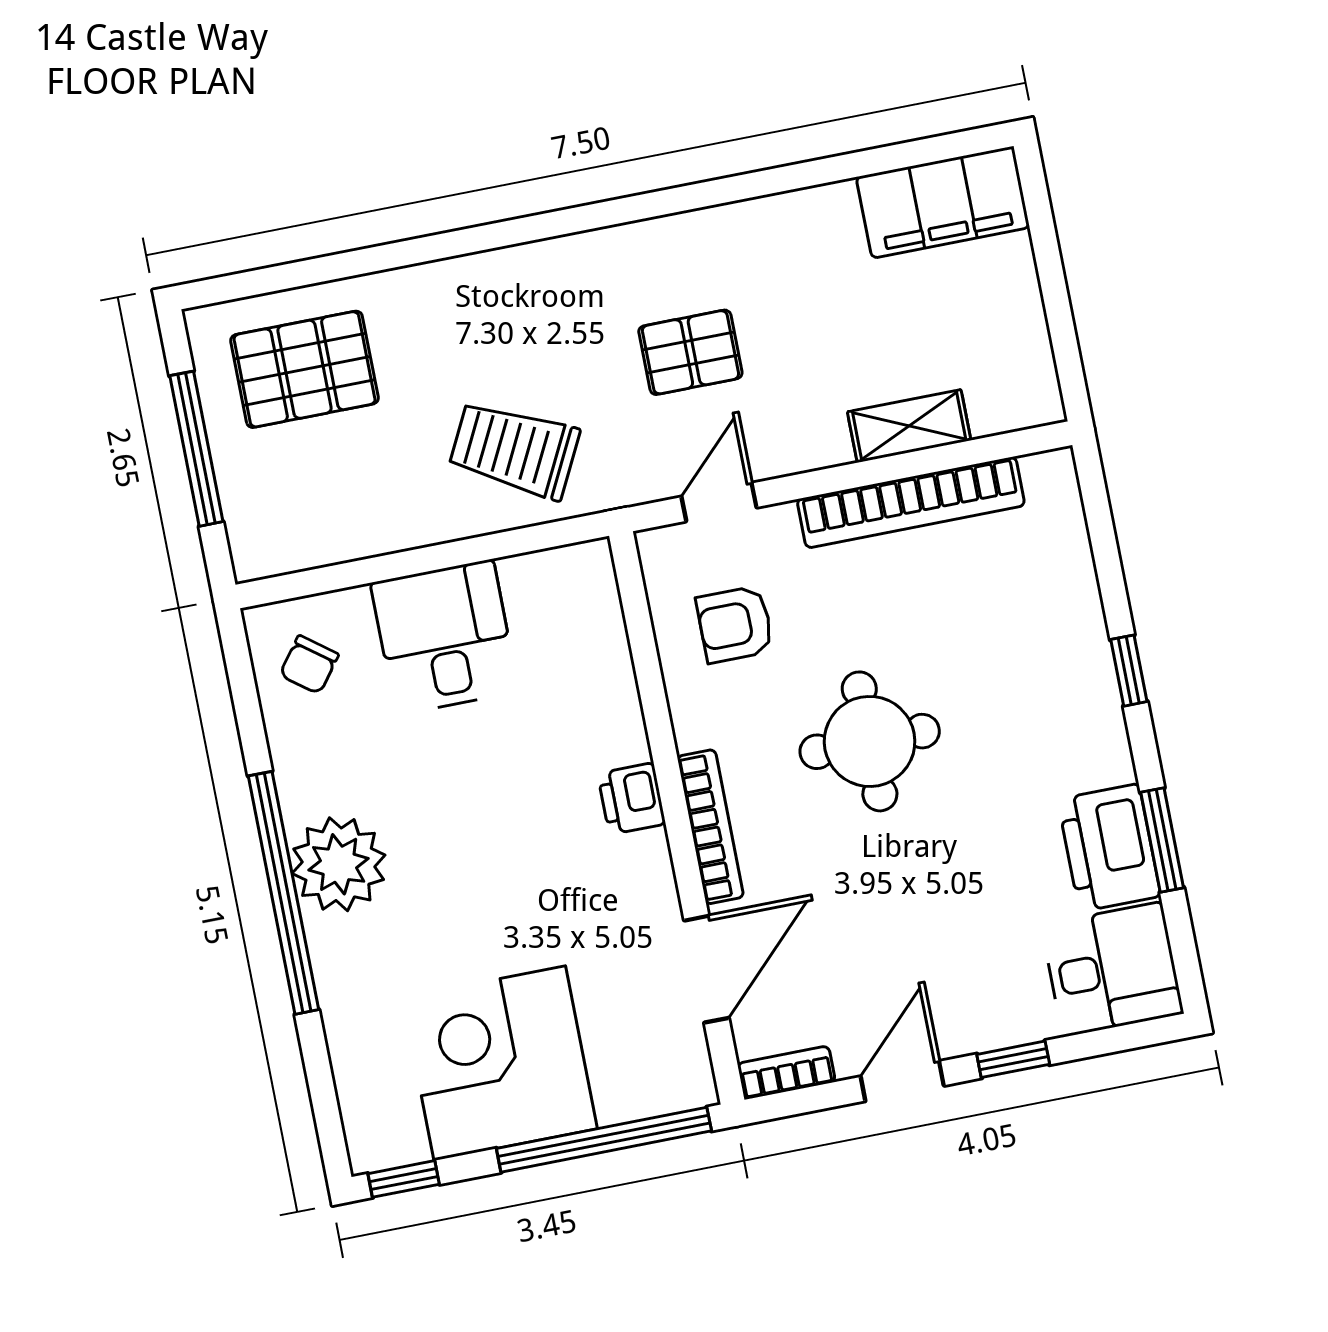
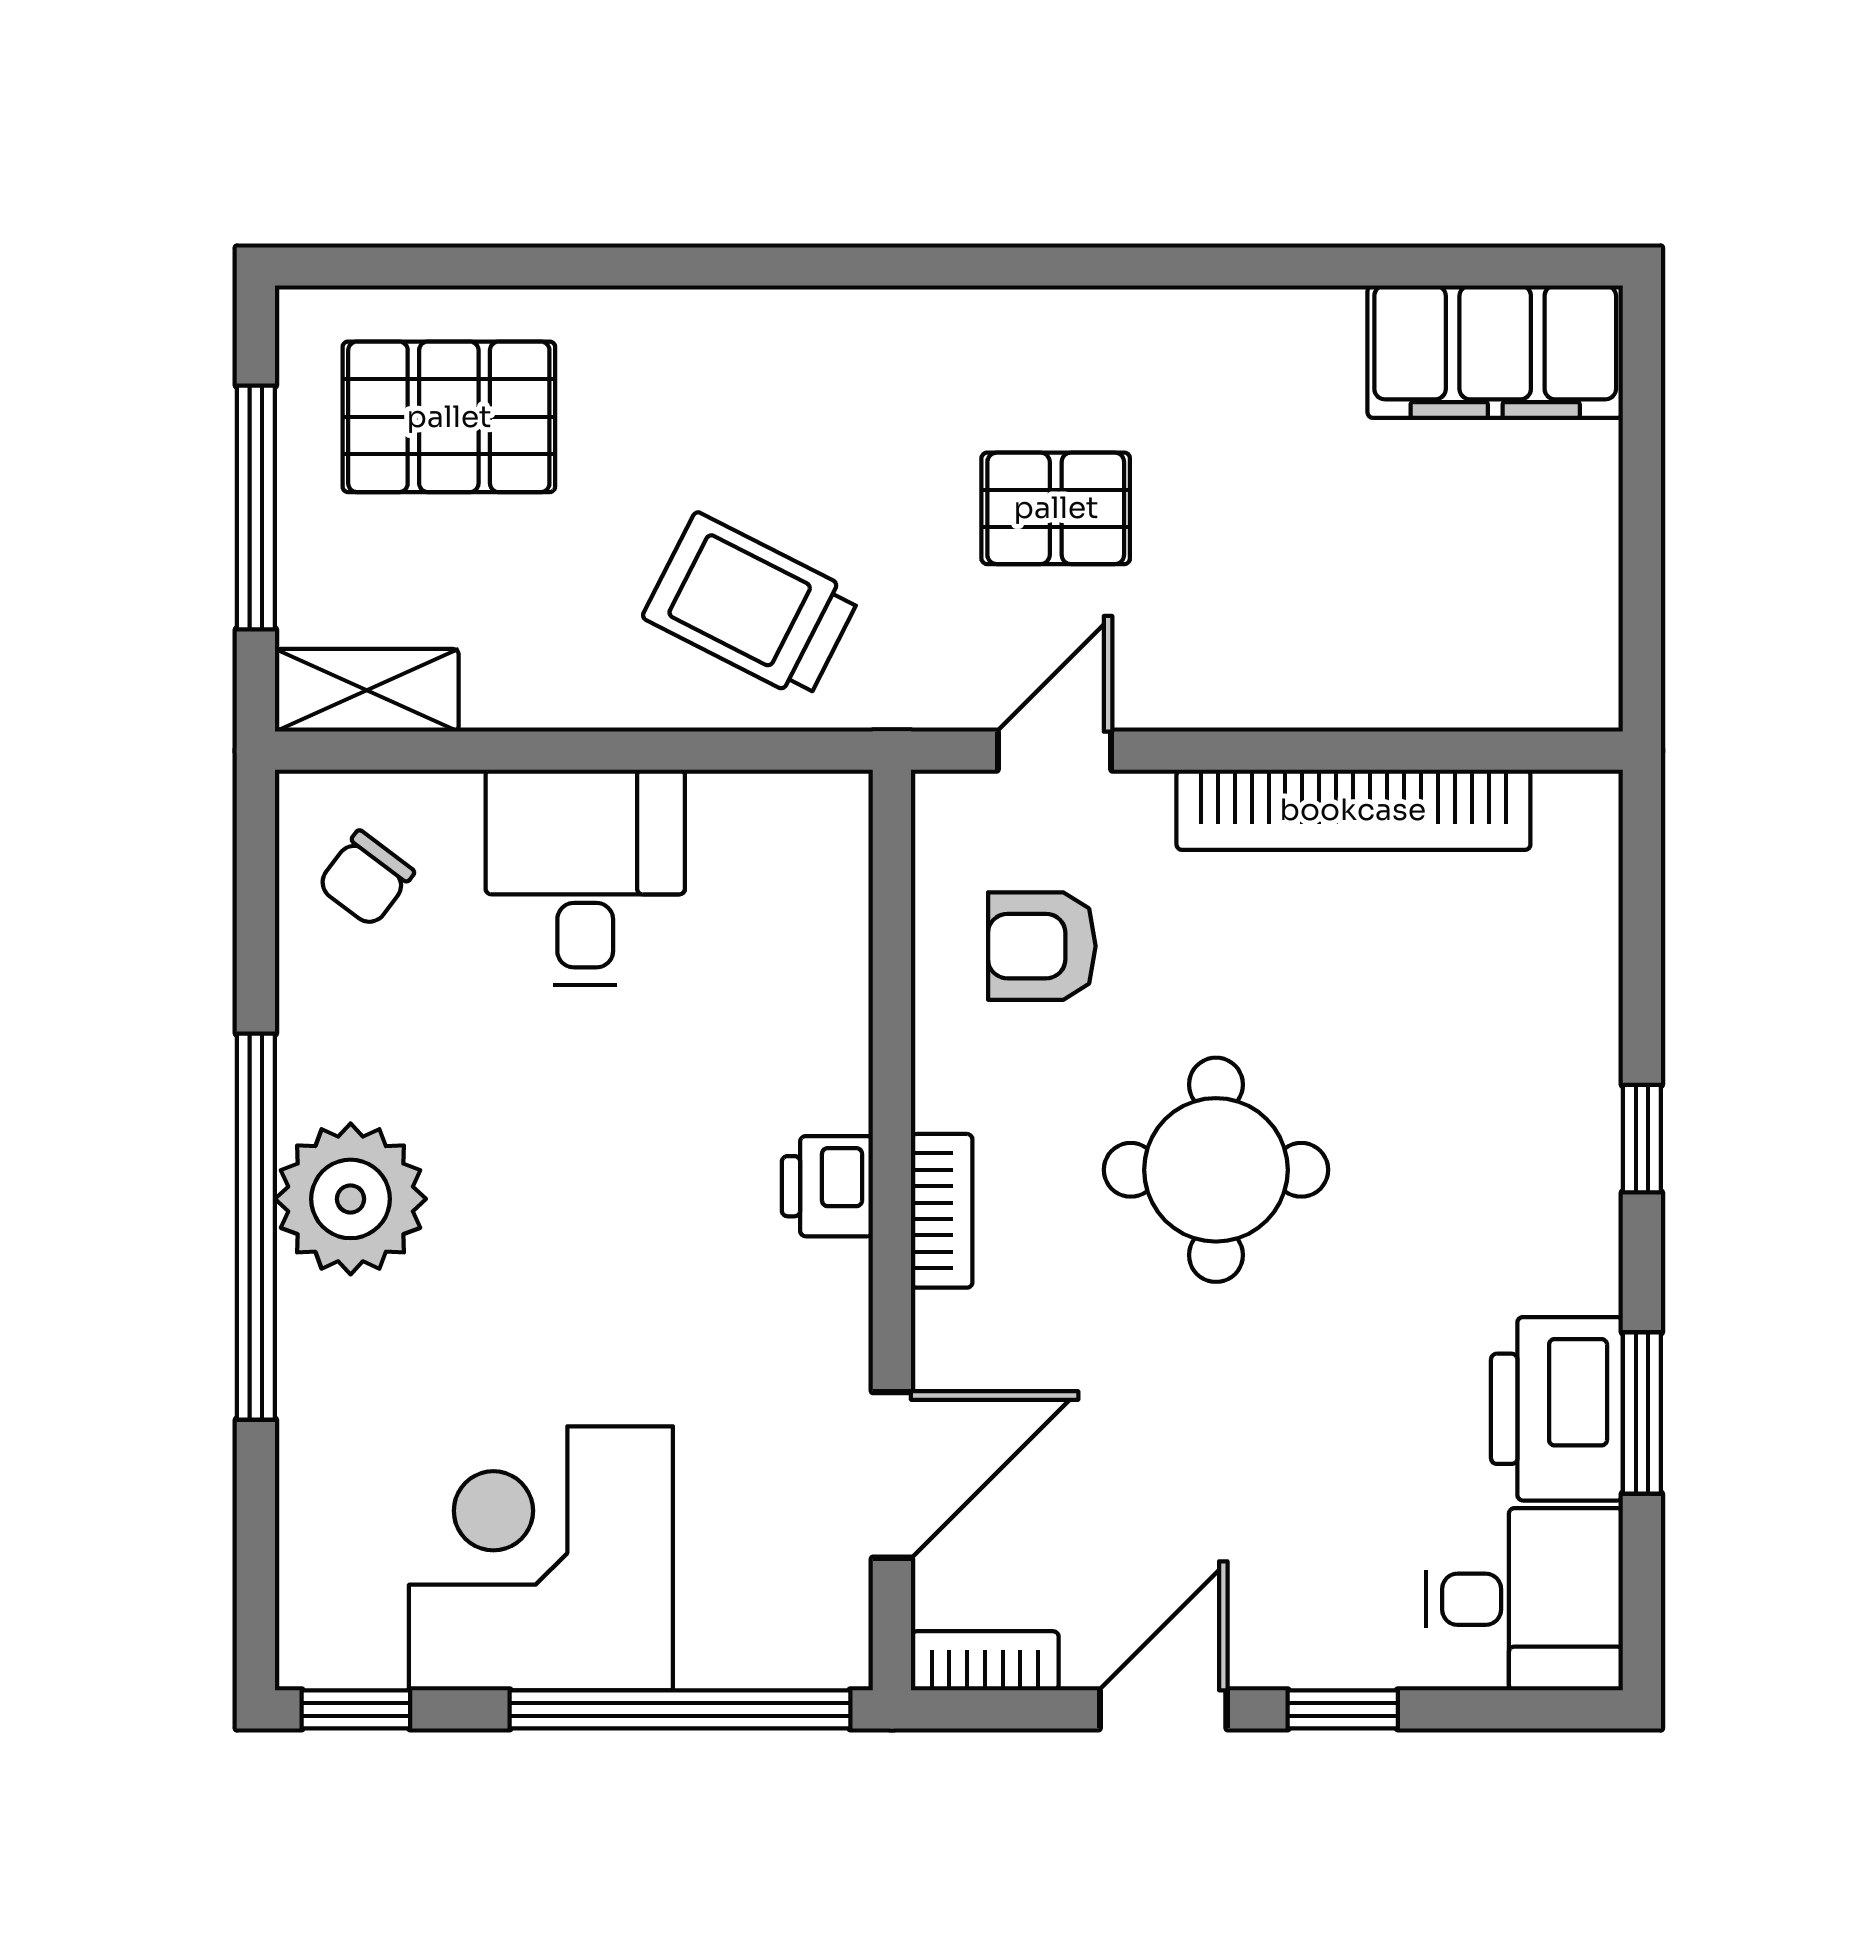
shelving: (909, 426) -> (367, 690), moved
bookcase: (710, 827) -> (942, 1211), width x0.64

